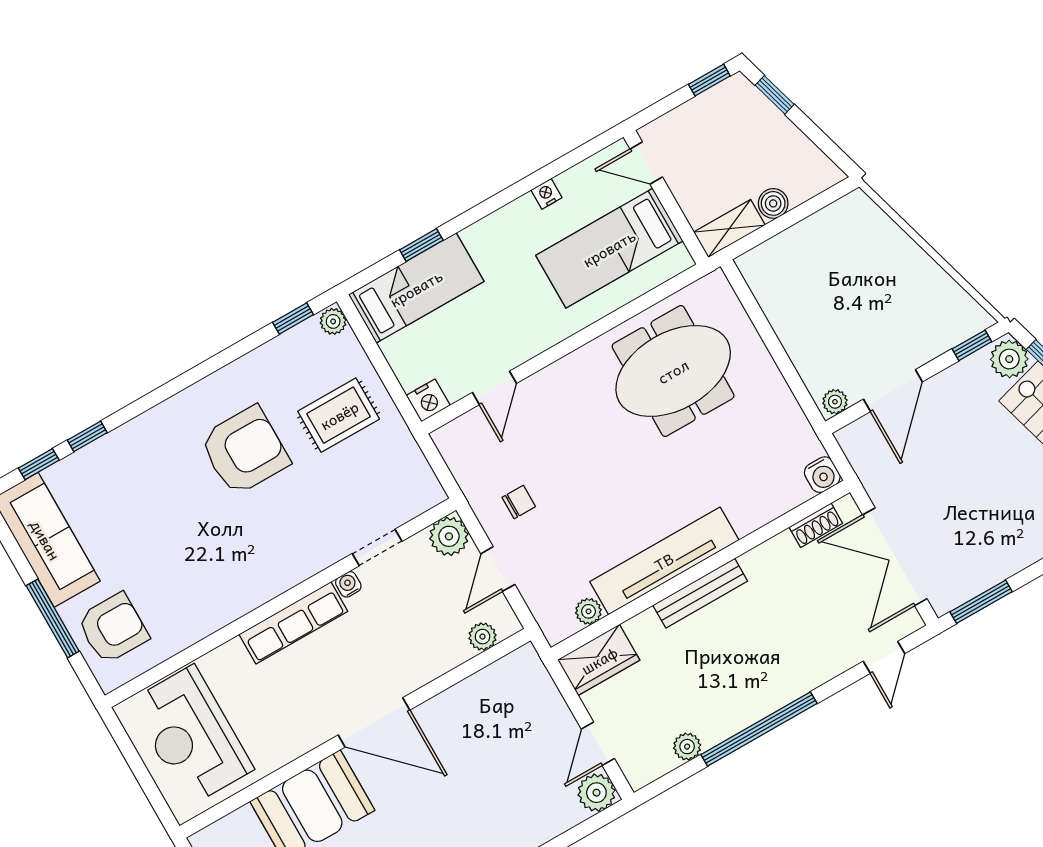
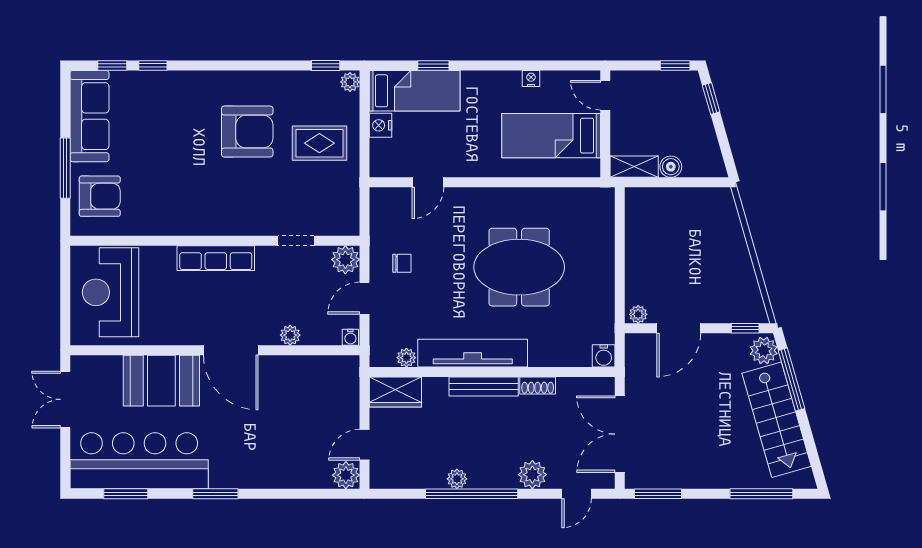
meeting table: (673, 371) -> (519, 267), moved
nightstand: (428, 400) -> (380, 125), moved, turned 90
shoe rack: (816, 525) -> (538, 386), moved
water cooler: (348, 584) -> (350, 337), moved, turned 180
plant: (482, 637) -> (290, 335), moved
plant: (818, 665) -> (532, 475), added
plant: (687, 747) -> (457, 479), moved

